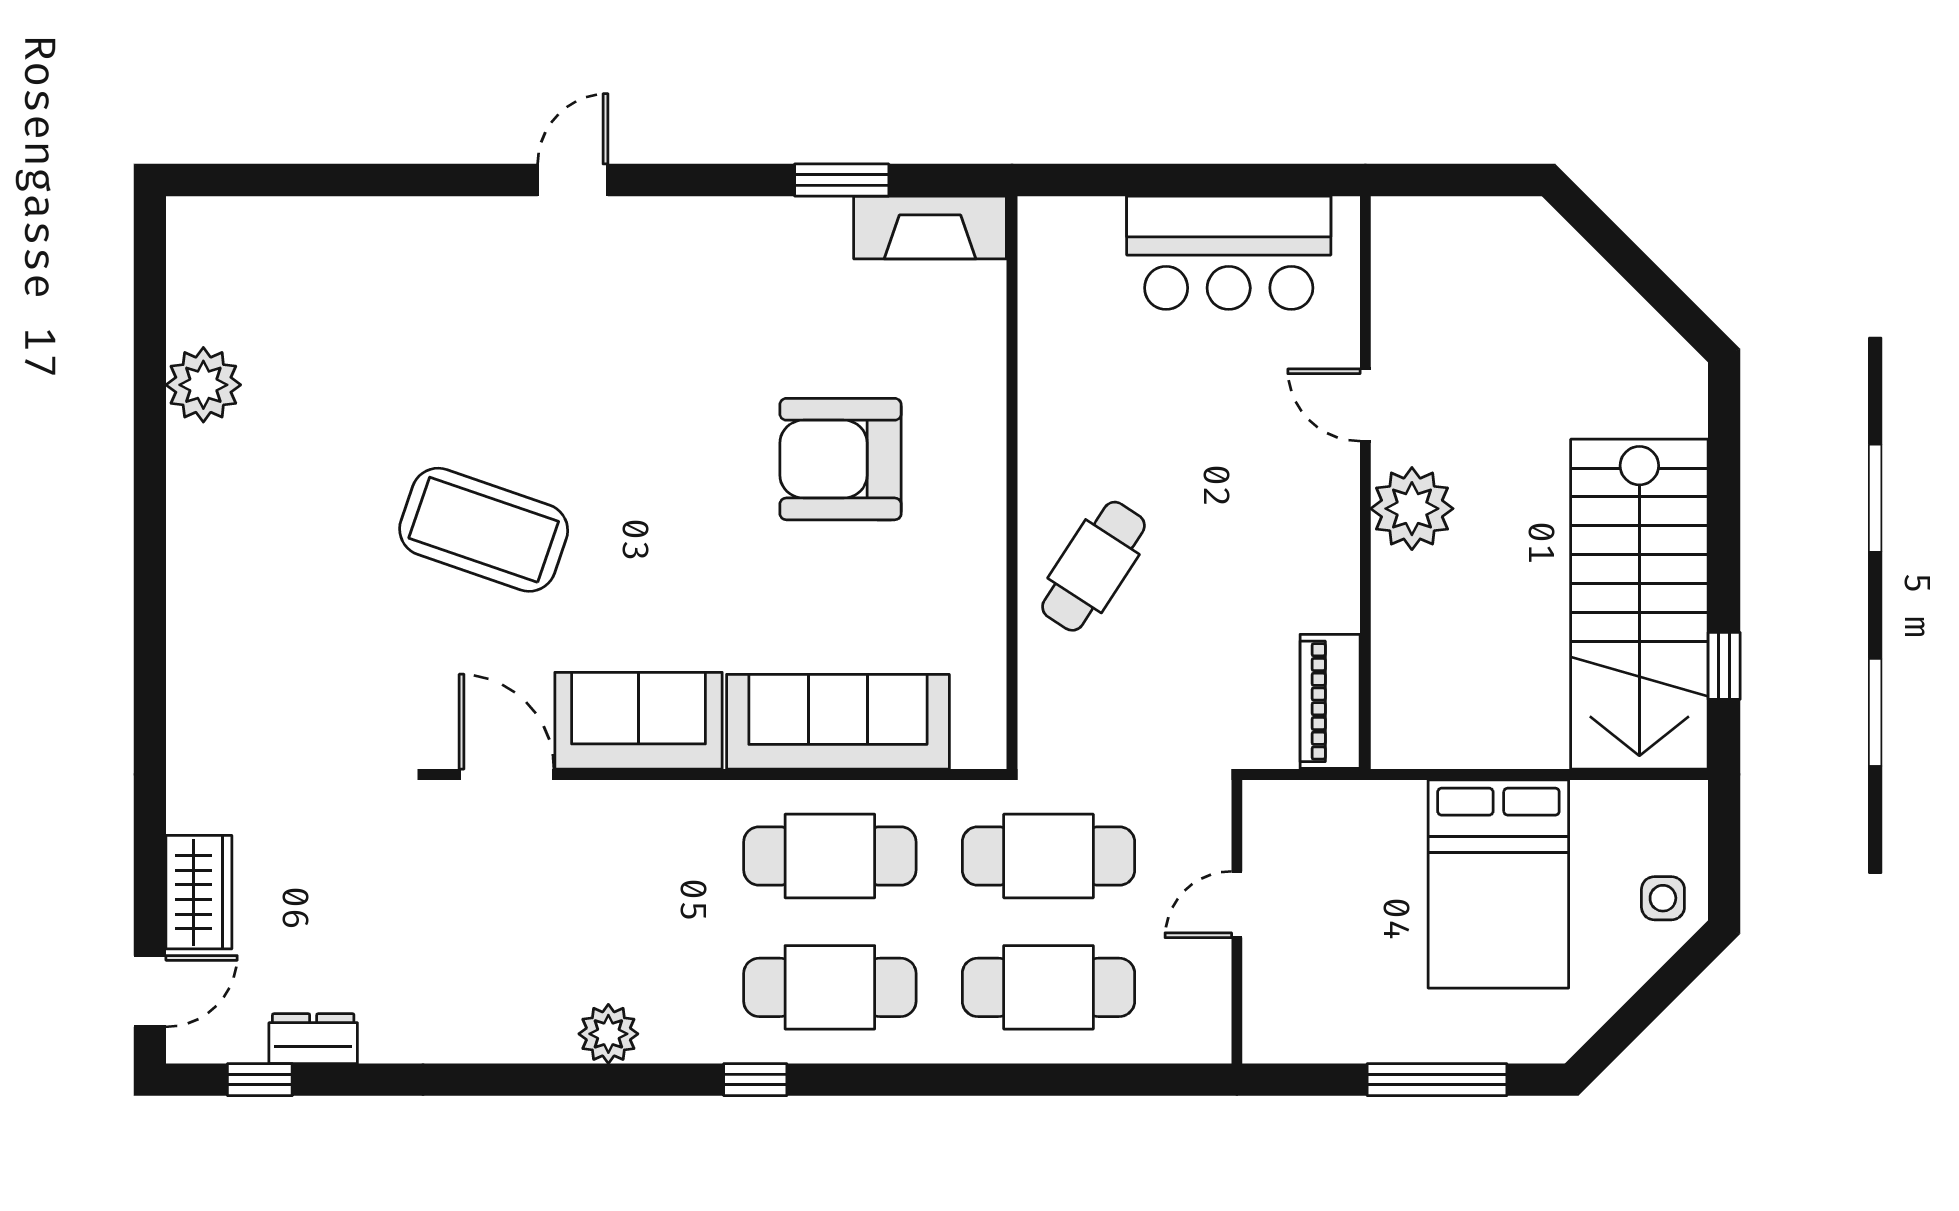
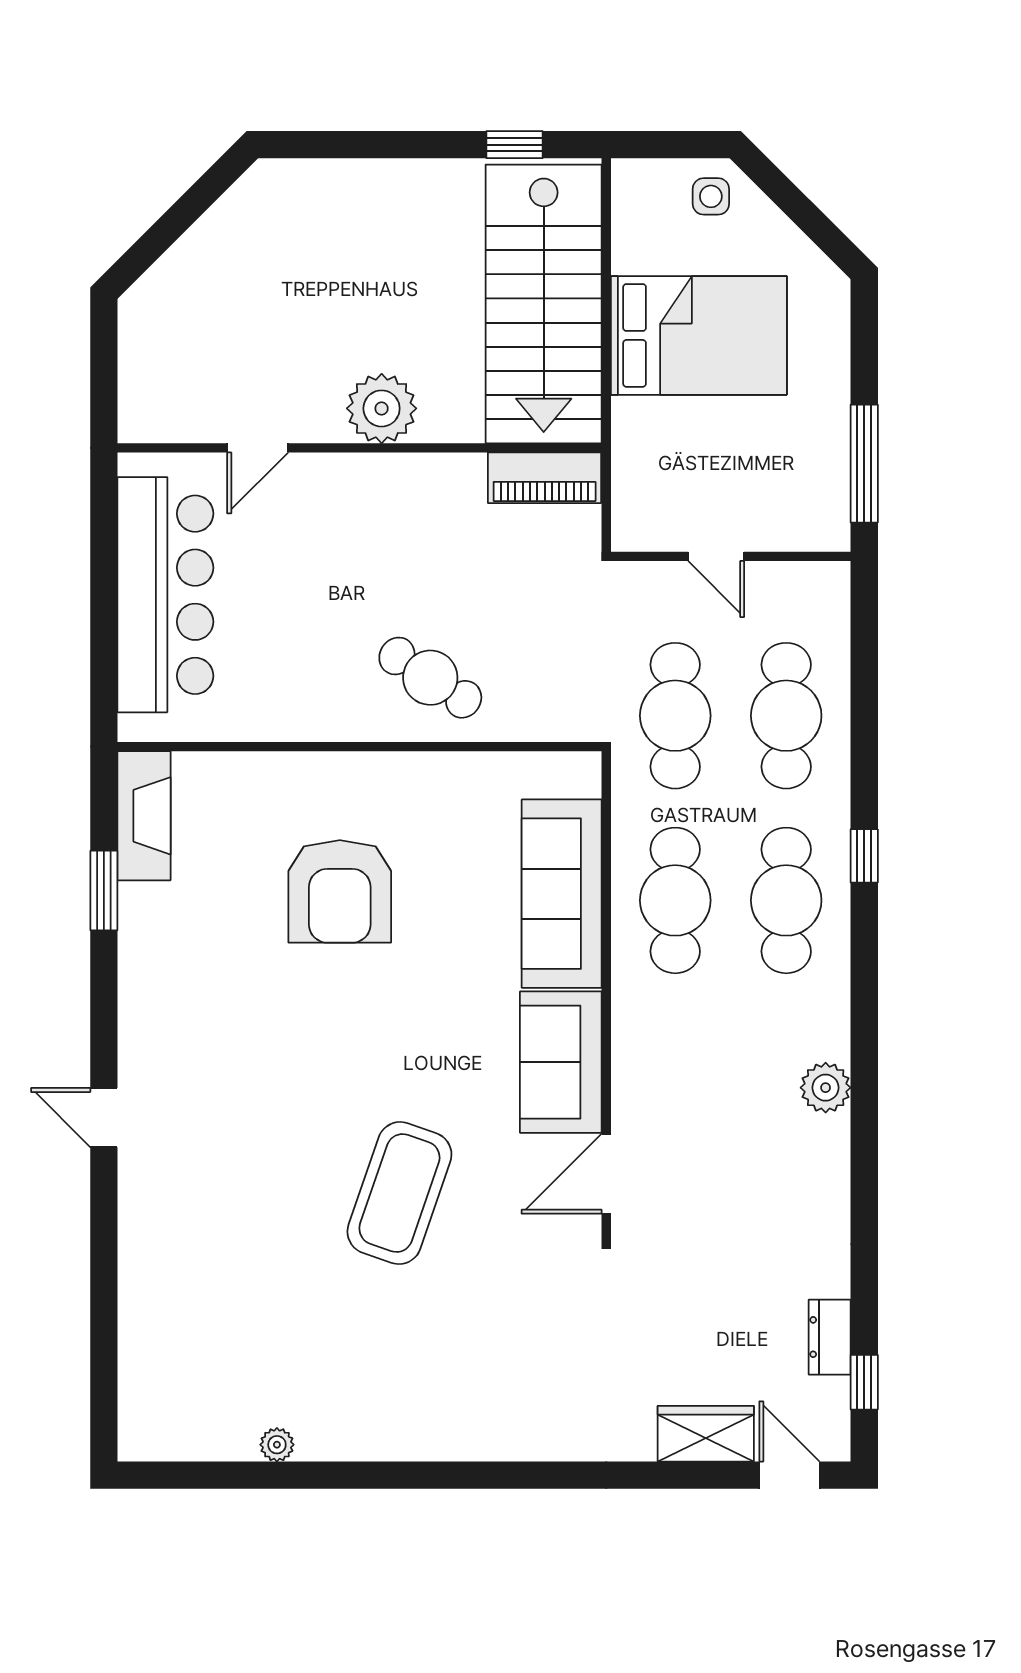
bar counter: (1229, 253) -> (165, 595), width x1.36
plant: (203, 385) -> (277, 1445), width x0.53, depth x0.53
door: (1365, 405) -> (258, 448), moved
stairs: (1639, 604) -> (544, 304), moved, turned 90
window: (755, 1080) -> (864, 856), moved
window: (1437, 1080) -> (864, 464), moved

